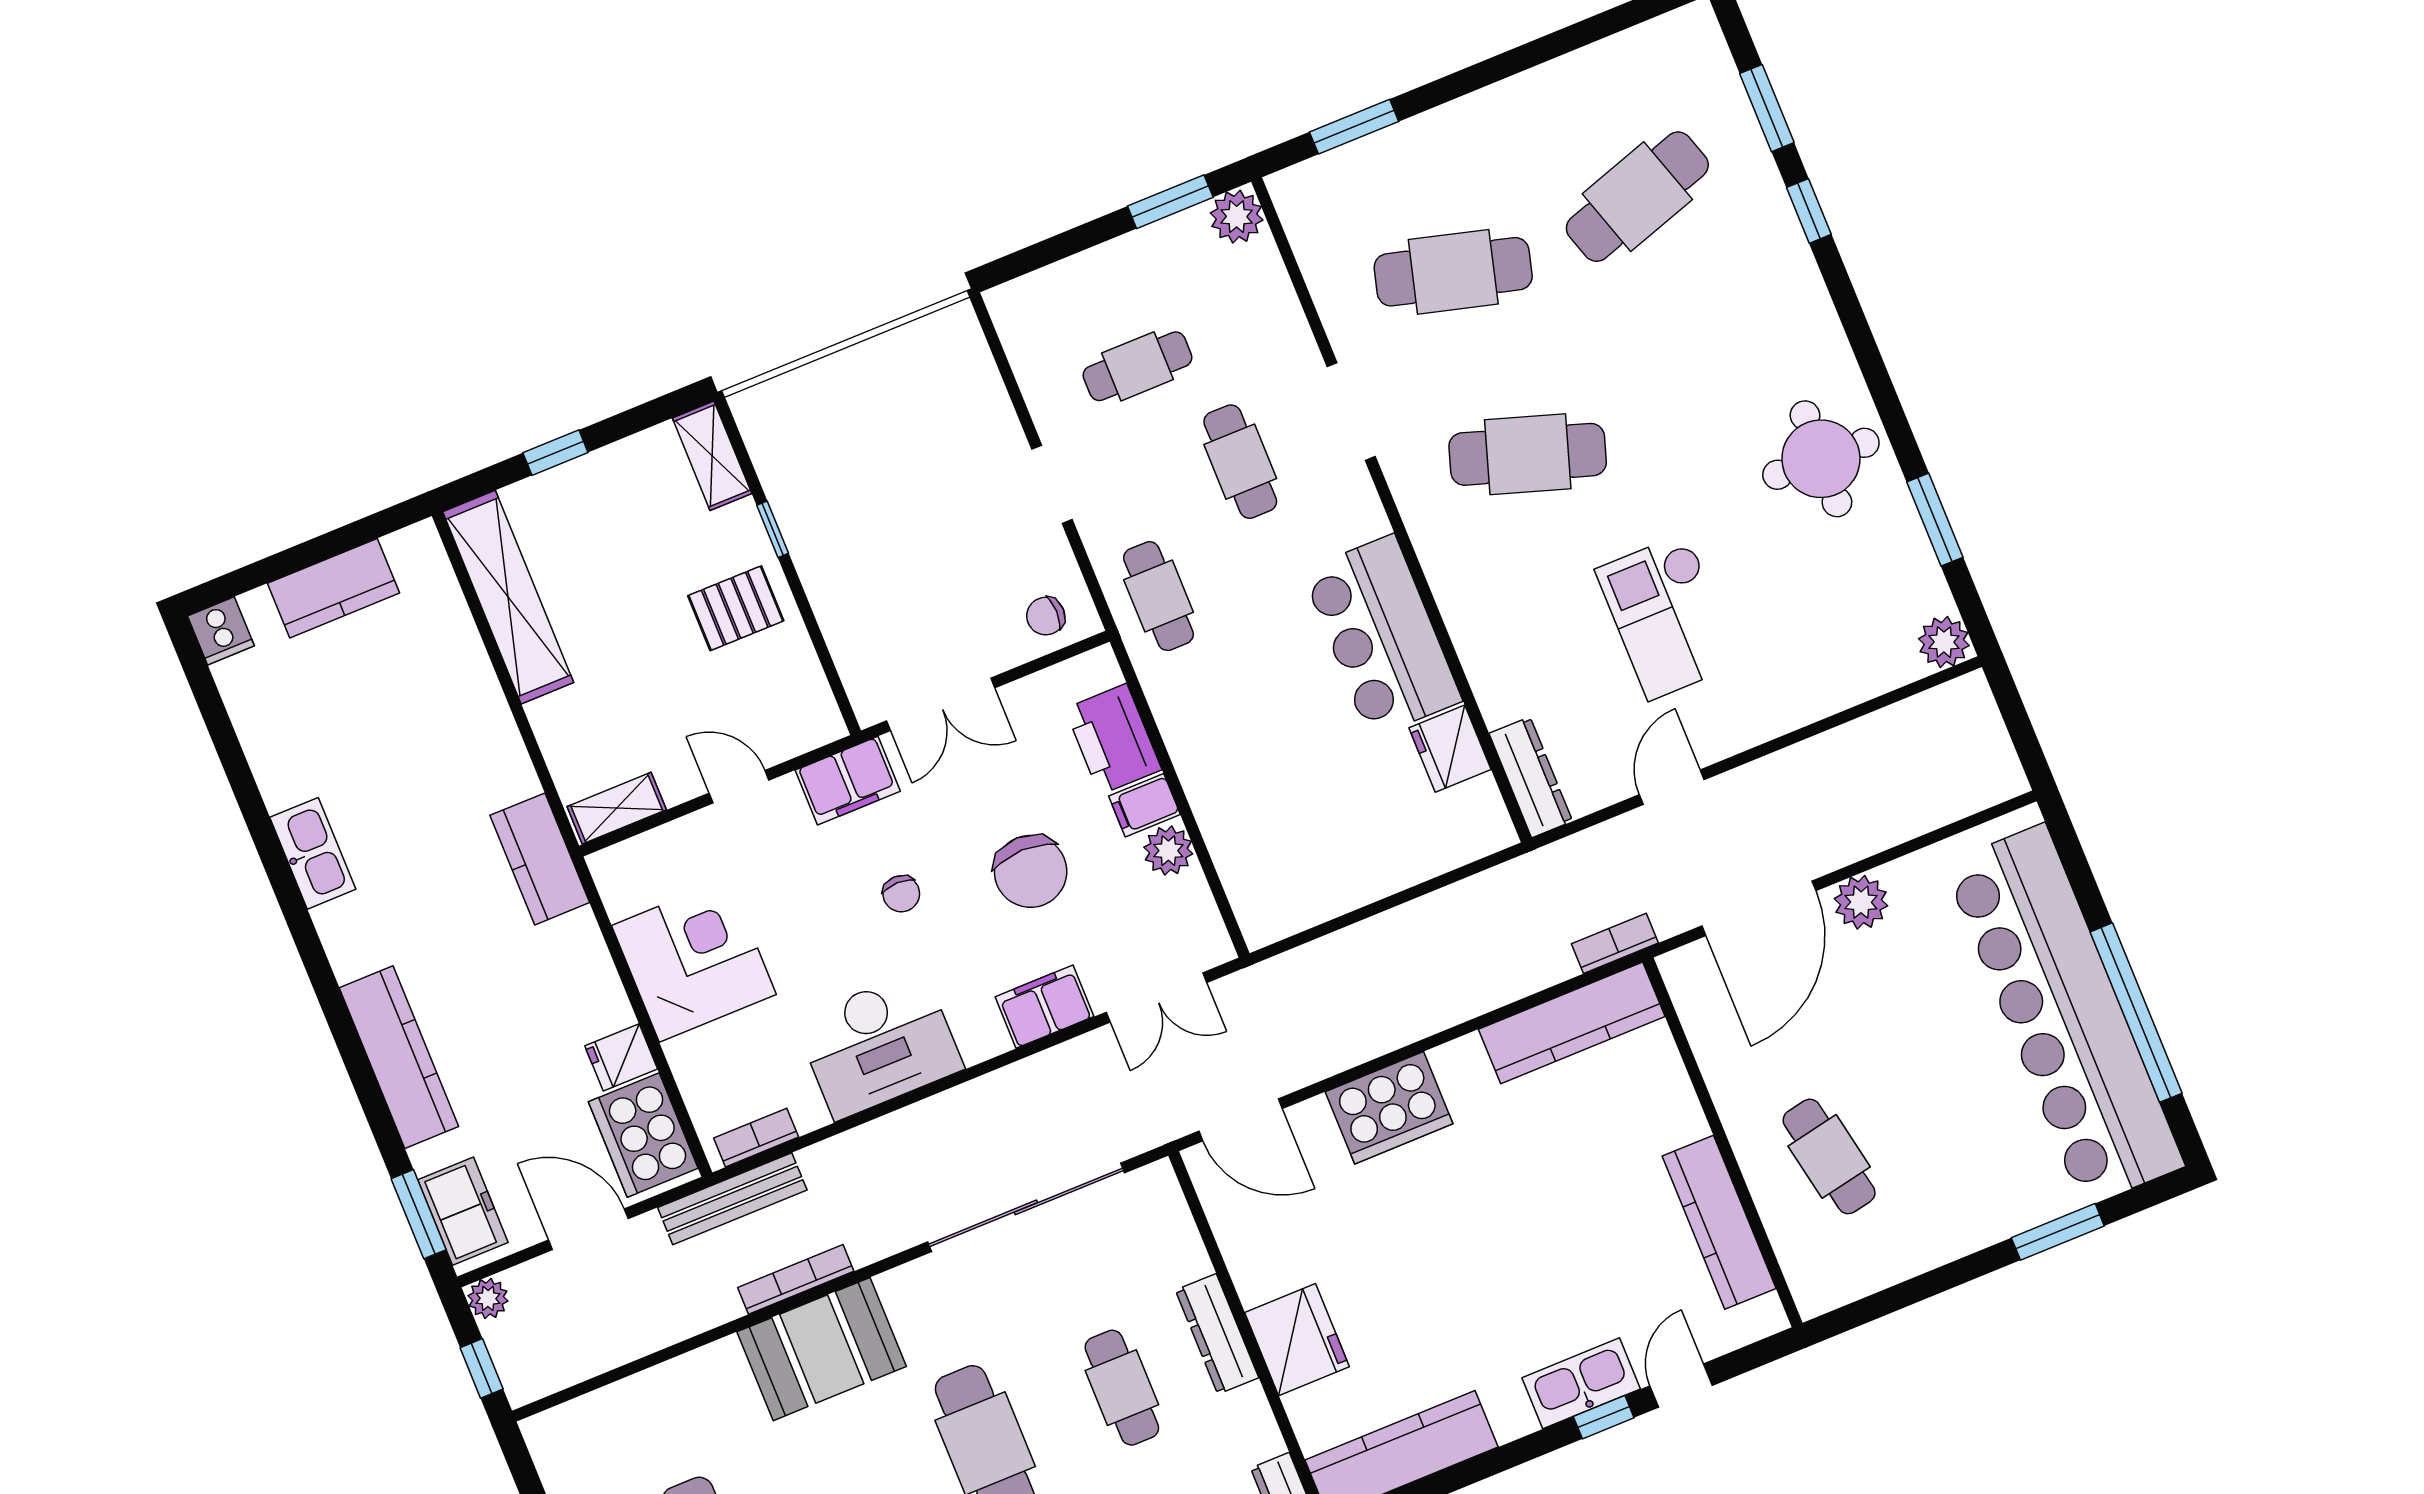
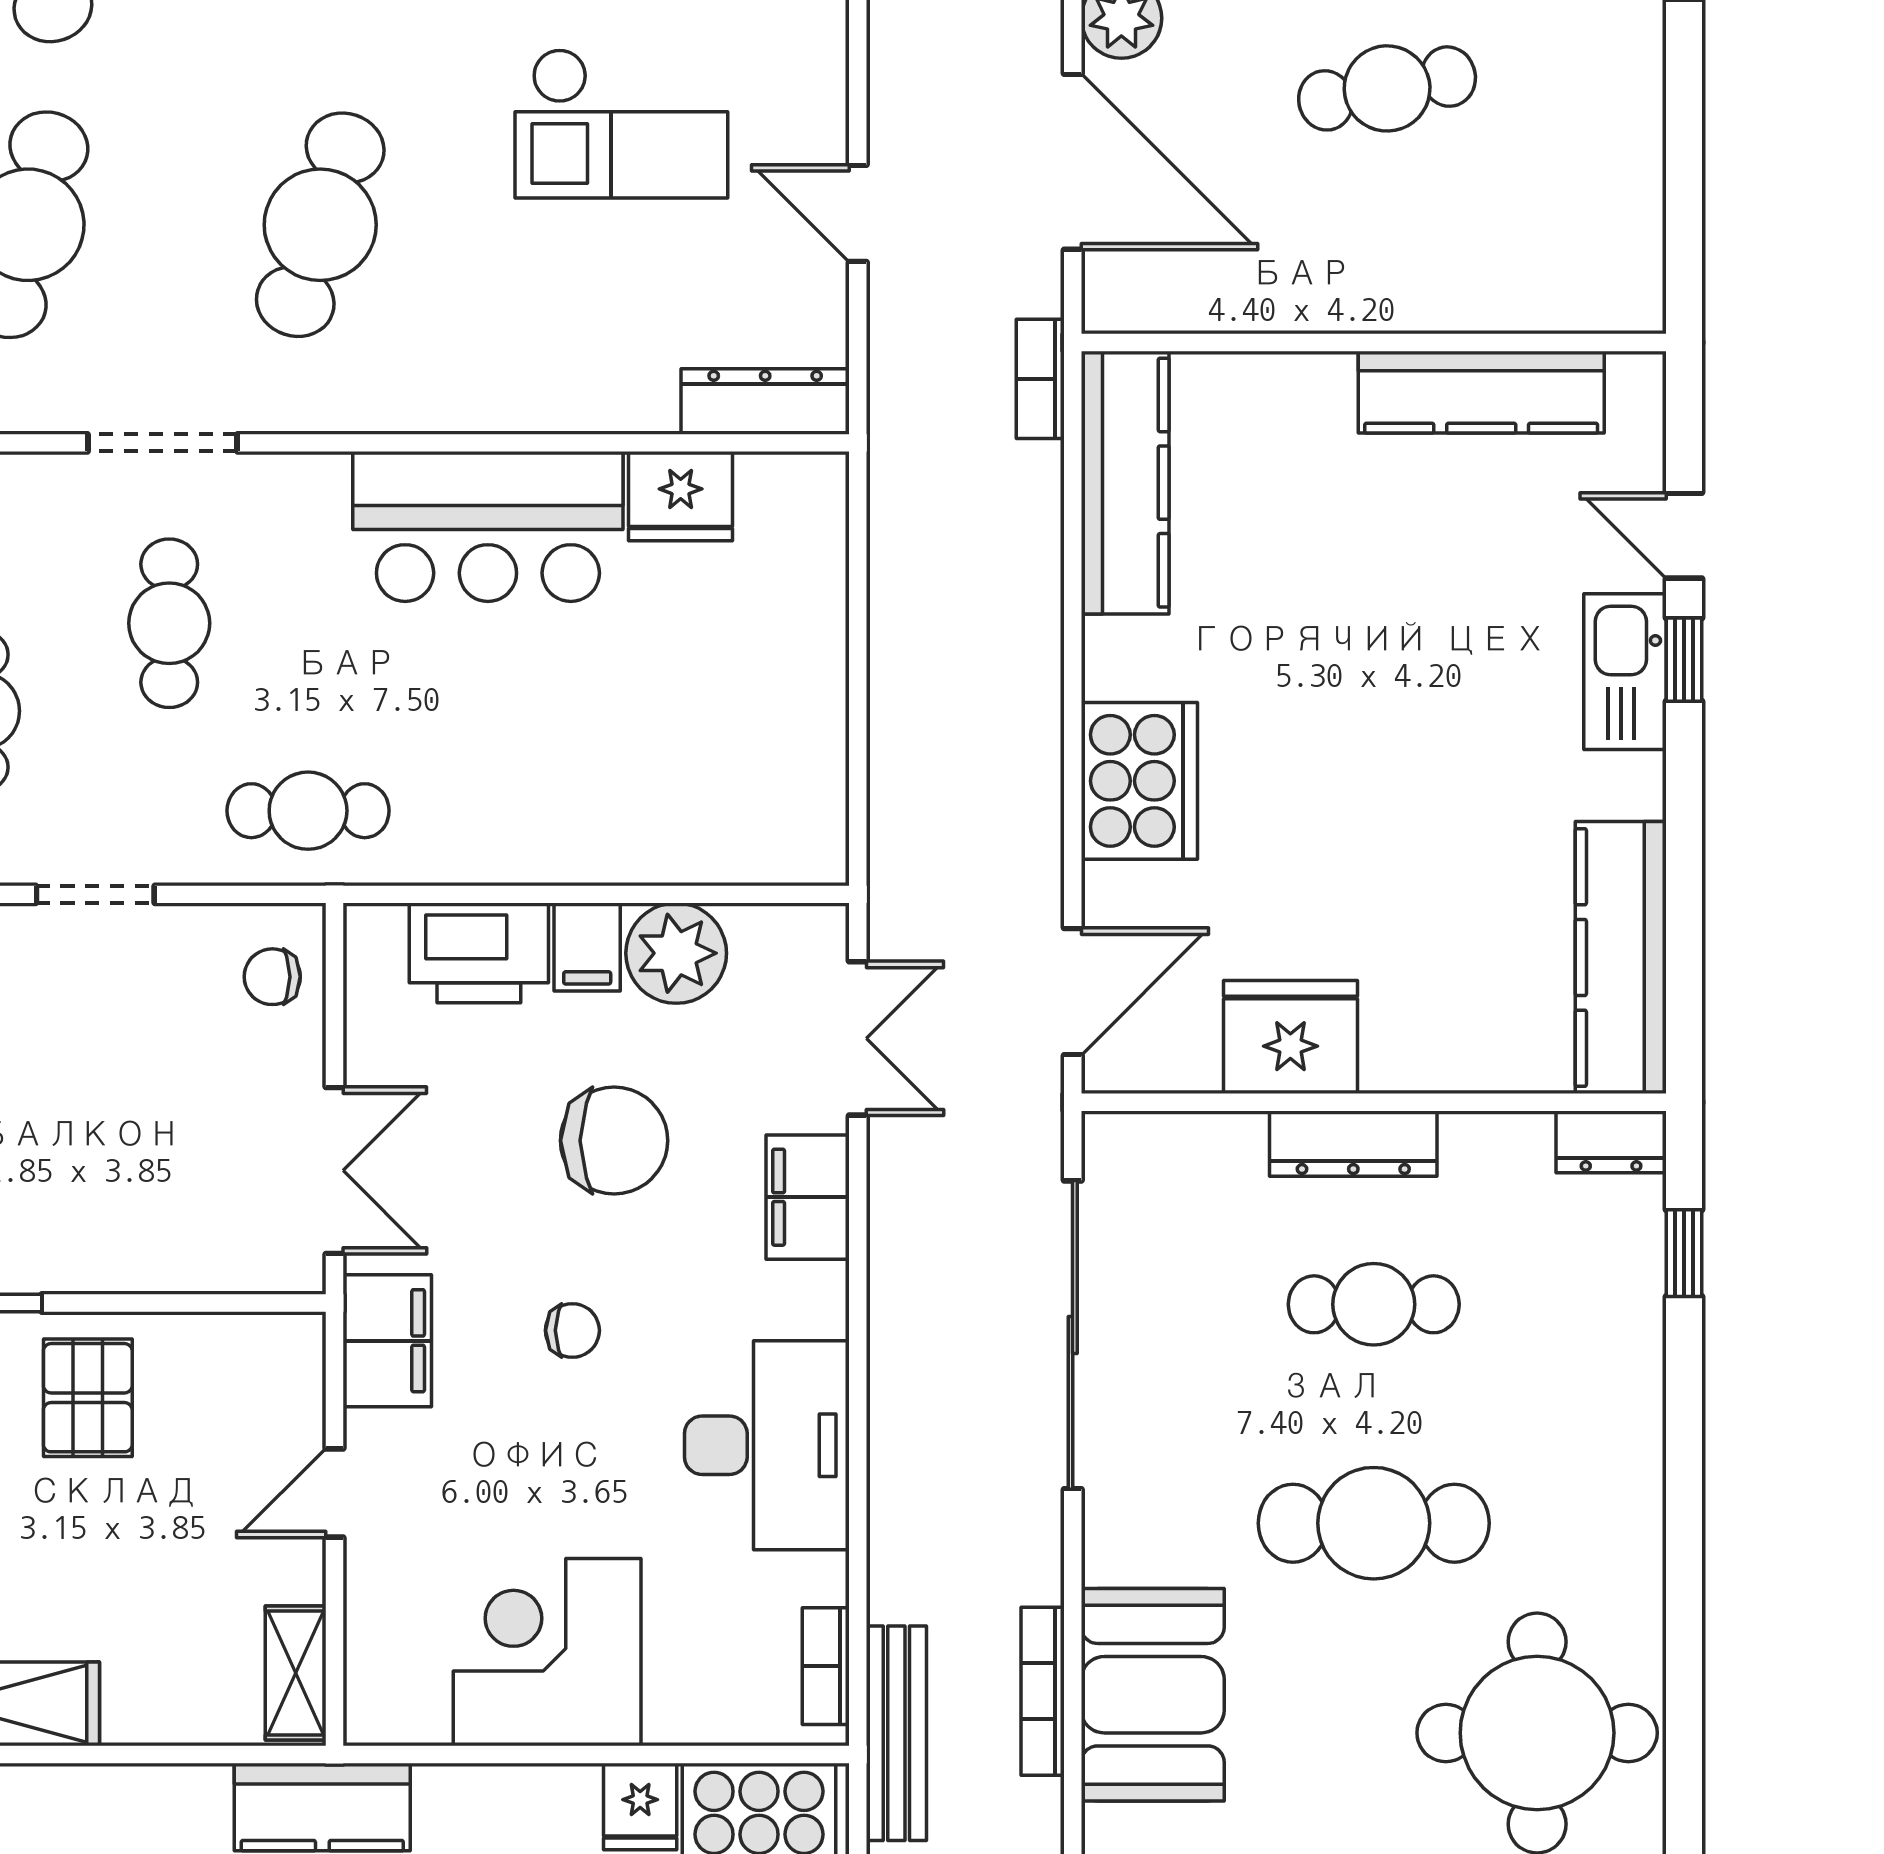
cafe table: (1240, 462) -> (169, 623), turned 90
chair: (1046, 616) -> (272, 977), turned 90
plant: (1168, 851) -> (676, 953), width x1.36, depth x1.36
cafe table: (1829, 1156) -> (1387, 88), moved
fridge: (1297, 1340) -> (1290, 1037), moved

